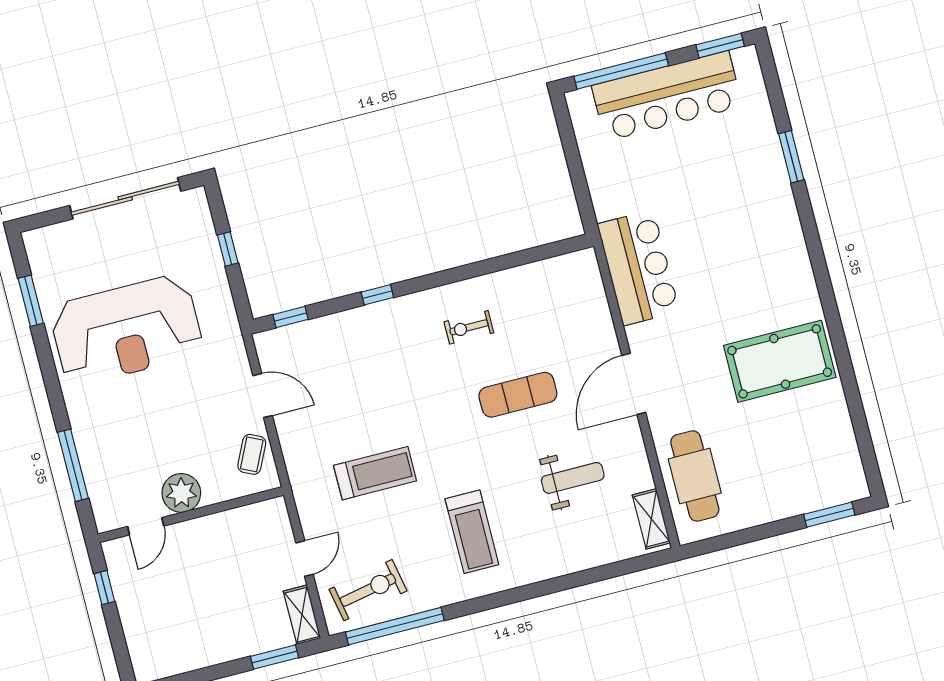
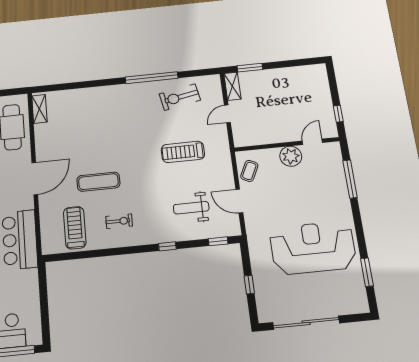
weight bench: (573, 478) -> (191, 208), moved
treadmill: (472, 532) -> (75, 228), moved
exercise bike: (368, 590) -> (180, 97), moved
window: (395, 626) -> (152, 78), moved

